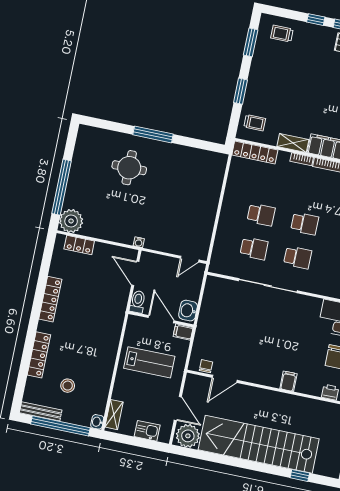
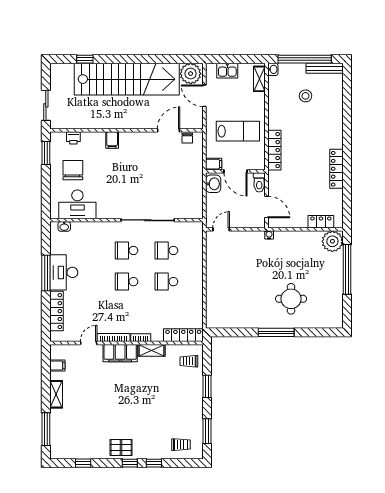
locker: (39, 355) -> (274, 150), moved, turned 180
lab bench: (149, 362) -> (238, 131), turned 180

